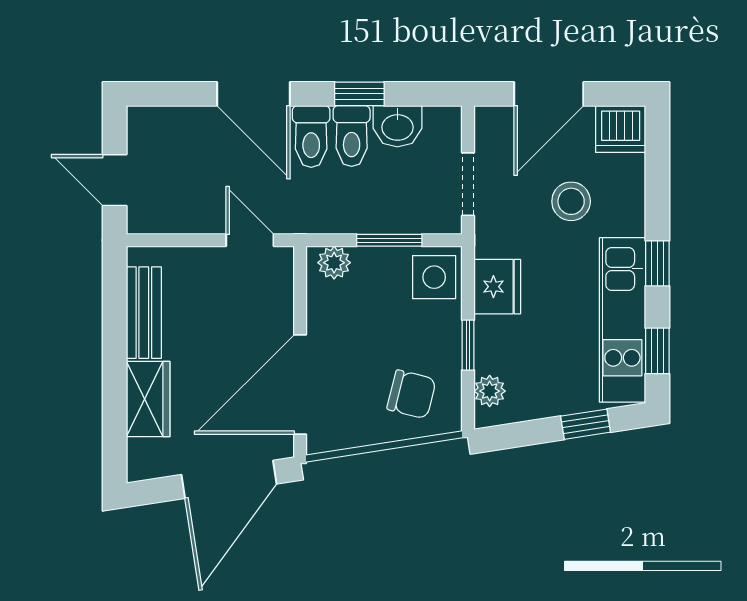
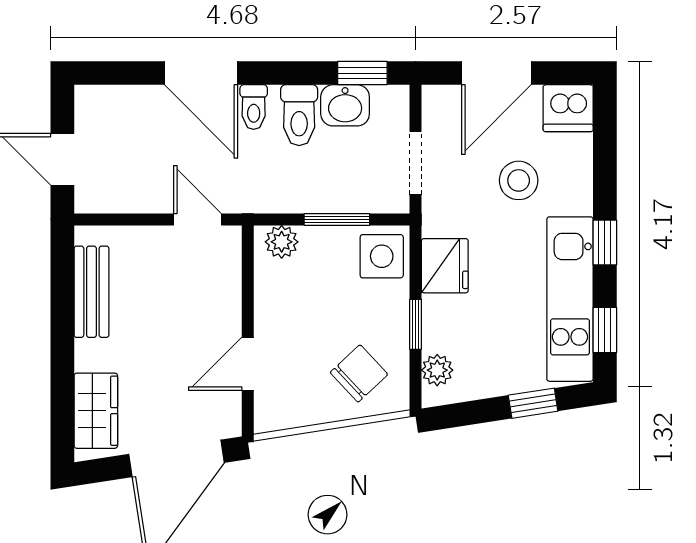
window: (359, 94) -> (362, 73), moved
toilet: (311, 137) -> (254, 107), width x0.73, depth x0.72
door: (300, 385) -> (248, 364), width x0.53
chair: (411, 394) -> (359, 373), turned -57
wardrobe: (148, 399) -> (96, 411), moved

